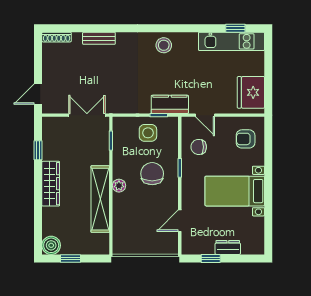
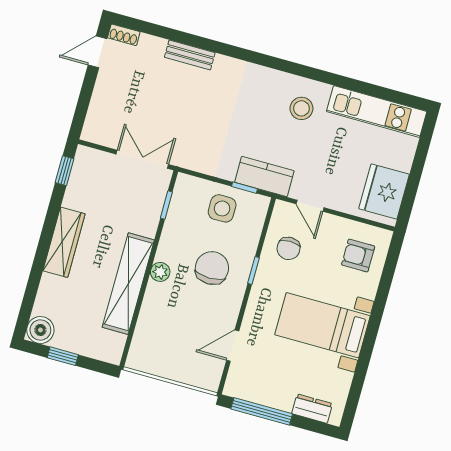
window: (235, 28) -> (387, 94), removed
shoe rack: (57, 37) -> (124, 35), width x0.70
stool: (164, 45) -> (301, 108), moved
door: (38, 94) -> (97, 52), moved
chair: (199, 147) -> (288, 248), turned -90
window: (38, 150) -> (65, 171), moved
dresser: (228, 247) -> (312, 409), moved
window: (211, 258) -> (262, 411), width x2.17

